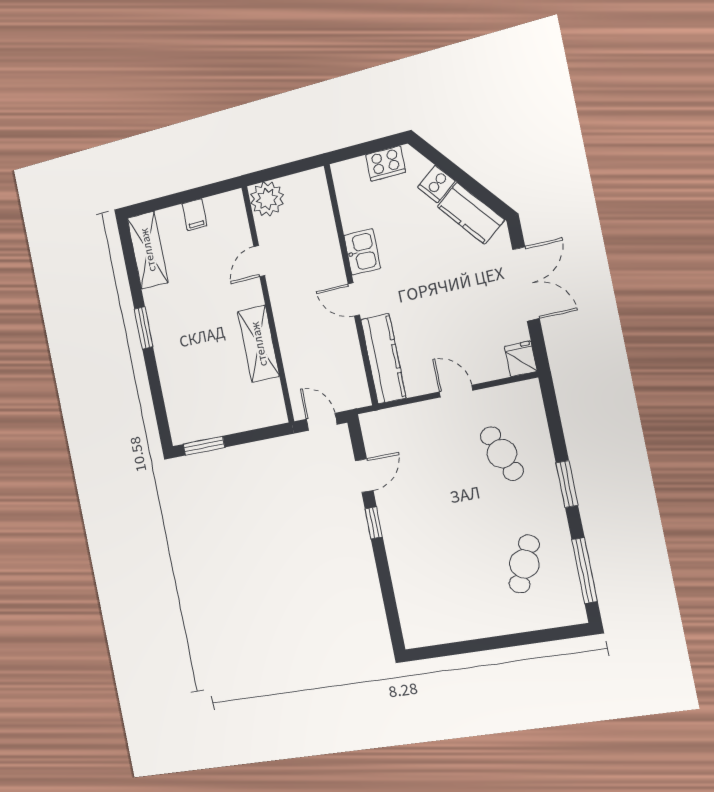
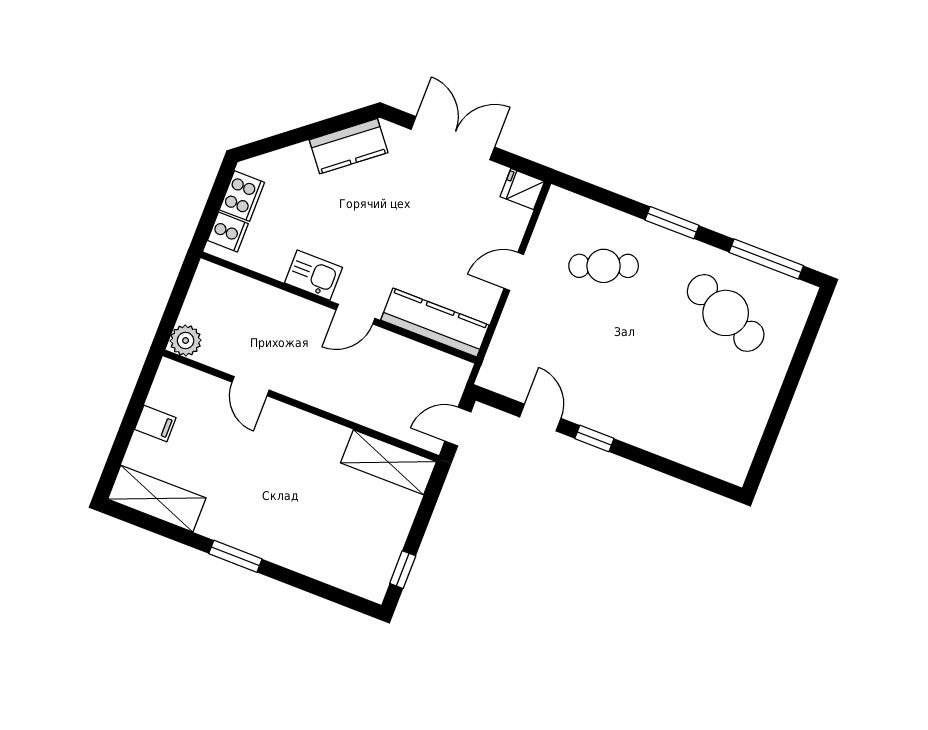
cooker: (436, 184) -> (228, 232), moved, turned -51
plant: (267, 199) -> (186, 341), width x0.73, depth x0.73
shelving: (259, 344) -> (388, 462), moved
window: (204, 446) -> (403, 570), width x0.67
cafe table: (524, 564) -> (726, 313), width x1.37, depth x1.35

